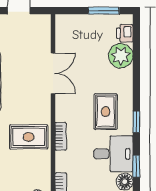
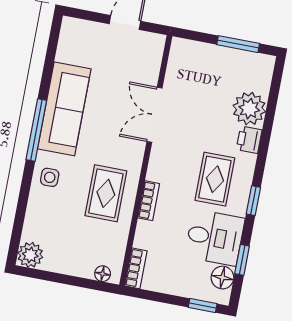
printer: (125, 33) -> (249, 140), moved
double door: (53, 73) -> (155, 115), swing flipped
rug: (29, 137) -> (106, 193), turned 90

